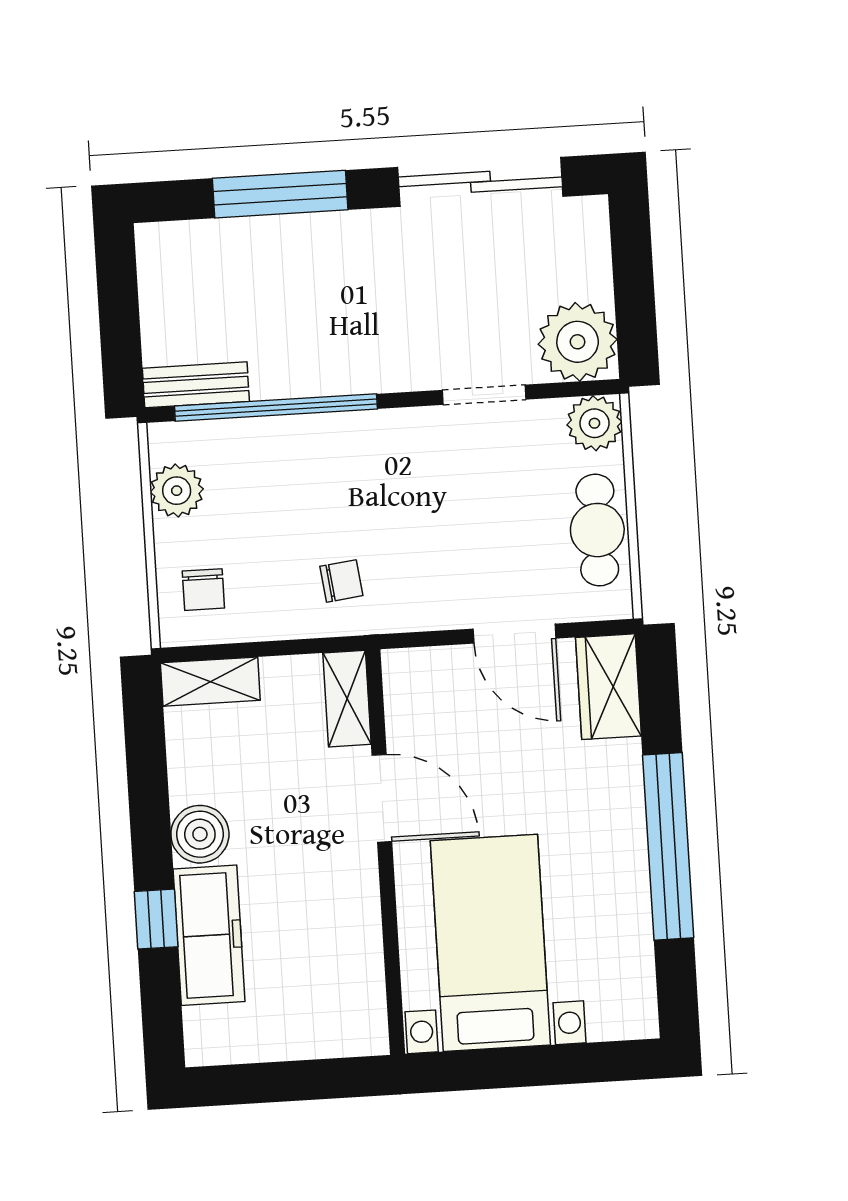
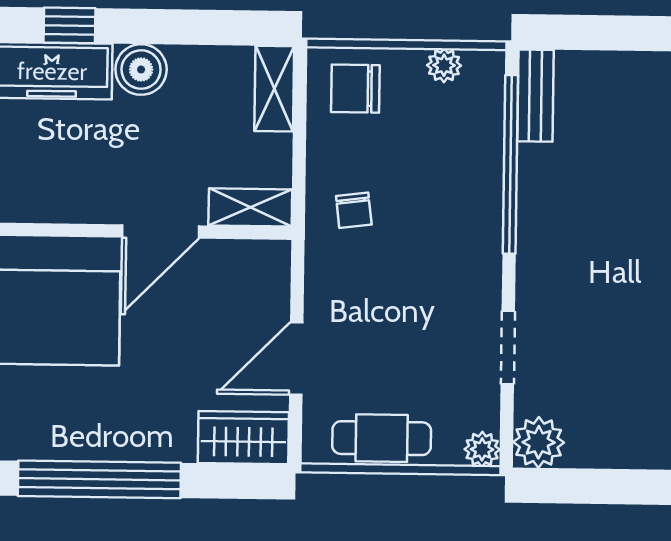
plant: (578, 342) -> (539, 442), width x0.73, depth x0.73
plant: (594, 423) -> (482, 449), width x0.73, depth x0.73
plant: (177, 491) -> (444, 65), width x0.73, depth x0.73
chair: (203, 590) -> (355, 89), width x1.37, depth x1.37

